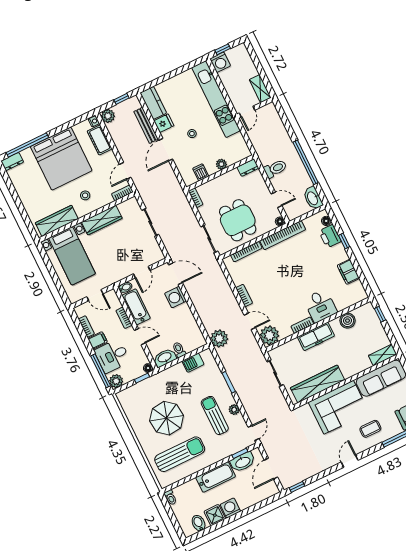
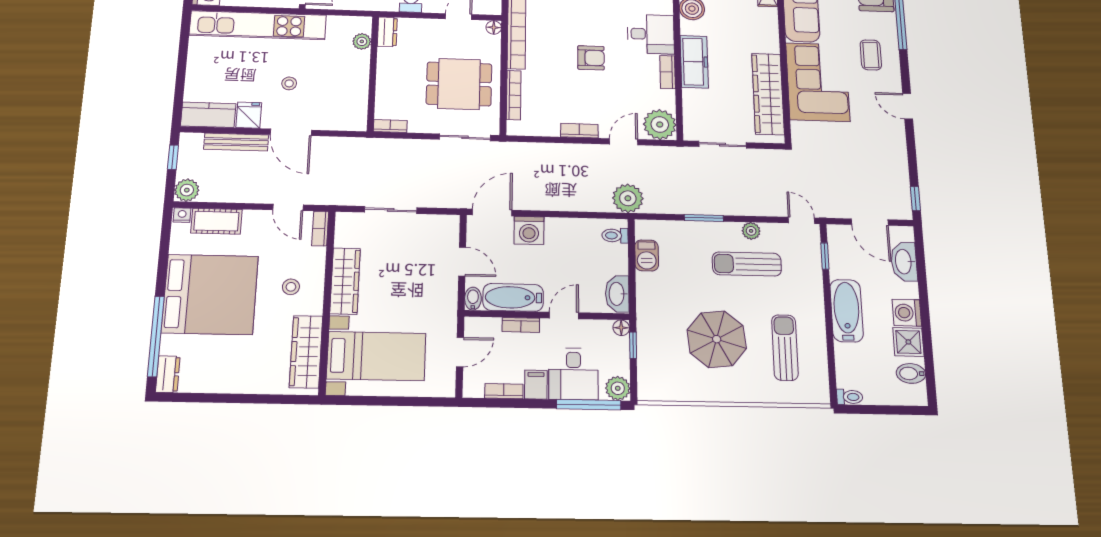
plant: (221, 164) -> (362, 41), moved
dishwasher: (201, 172) -> (356, 100), removed
armchair: (289, 281) -> (591, 58), added
toilet: (179, 350) -> (615, 236), moved
sun lounger: (180, 454) -> (785, 348), width x0.73, depth x0.75
washbasin: (243, 462) -> (904, 262), moved, turned 180

